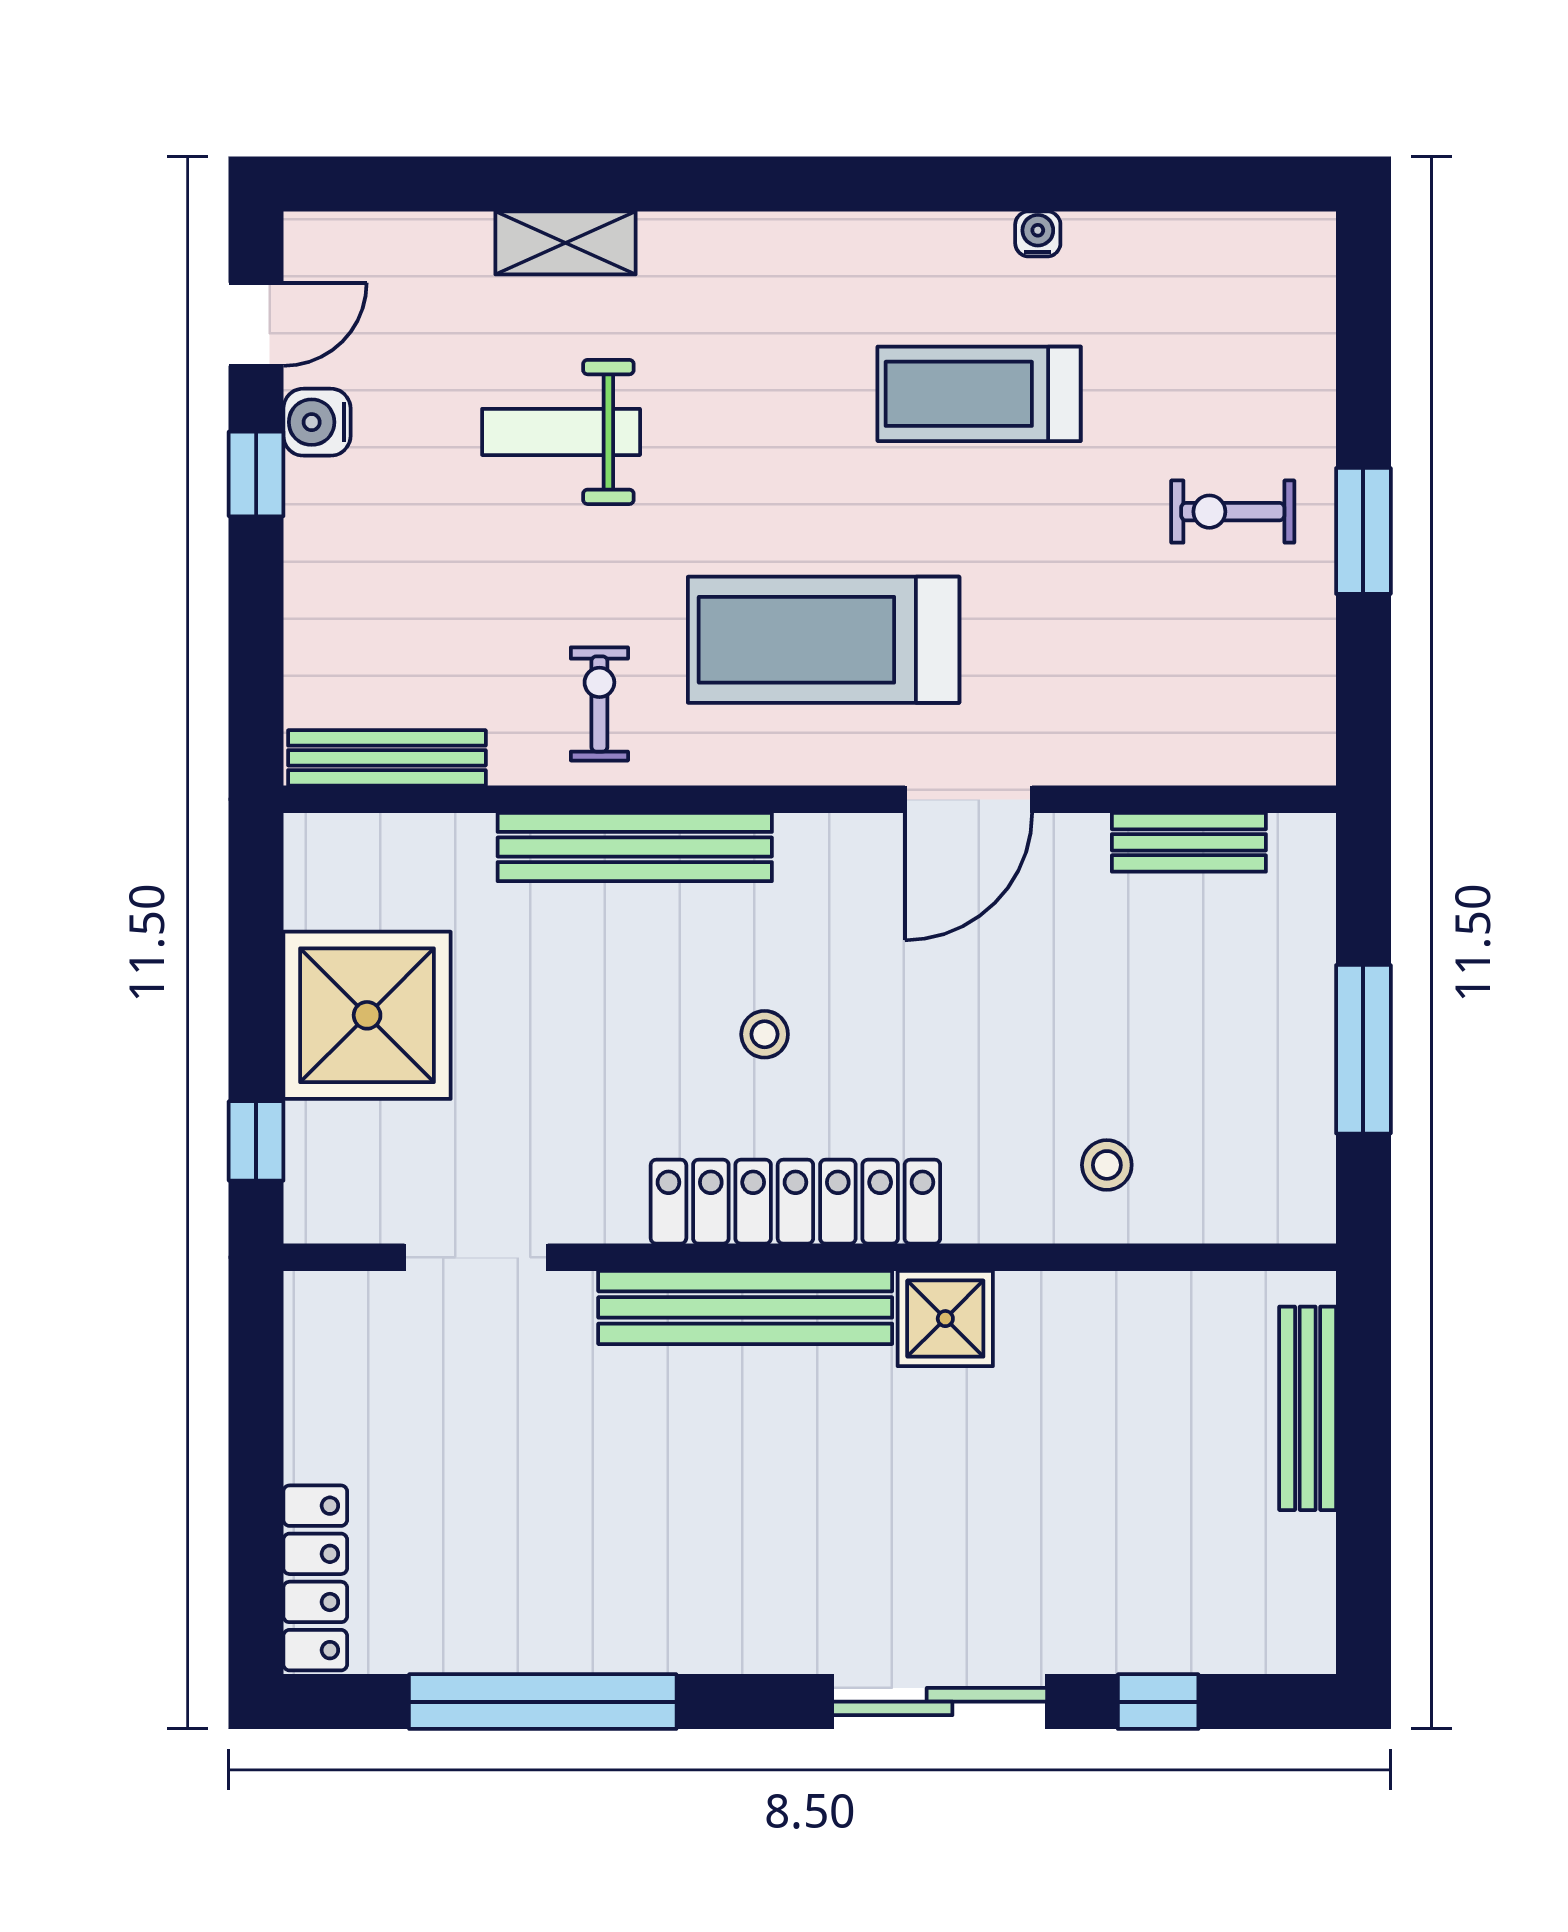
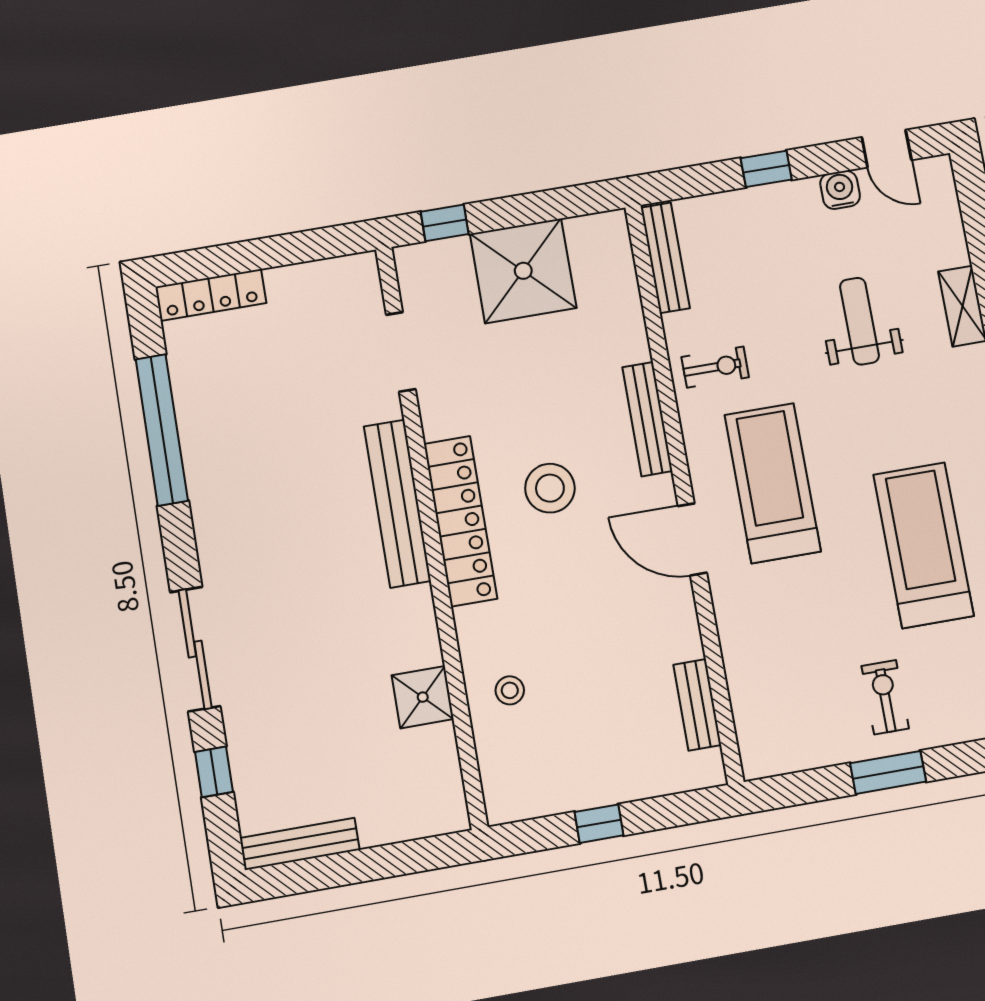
treadmill: (979, 394) -> (923, 545), width x1.37, depth x1.37
window: (256, 474) -> (766, 169), moved
door: (969, 799) -> (692, 539), moved
bench: (635, 847) -> (647, 419), width x0.73, depth x0.82
stool: (765, 1034) -> (550, 488), width x1.89, depth x1.89
window: (1363, 1049) -> (599, 824), width x0.46
shower: (945, 1319) -> (423, 697), moved
bench: (1308, 1408) -> (300, 844), moved

